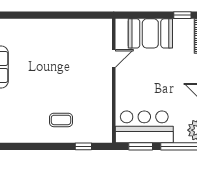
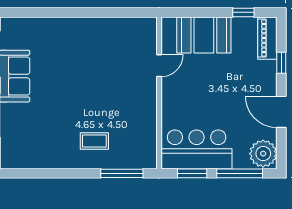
window: (83, 146) -> (122, 173), width x2.17

